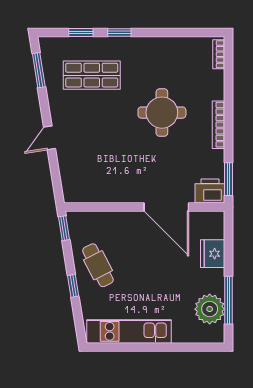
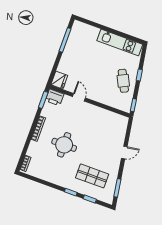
door: (166, 207) -> (79, 97), width x0.53
fridge: (213, 254) -> (59, 80), moved
plant: (210, 309) -> (76, 39), removed

